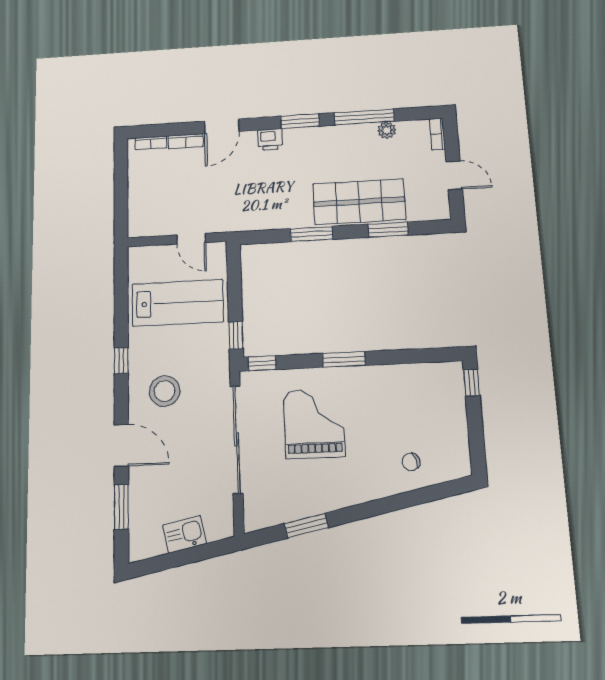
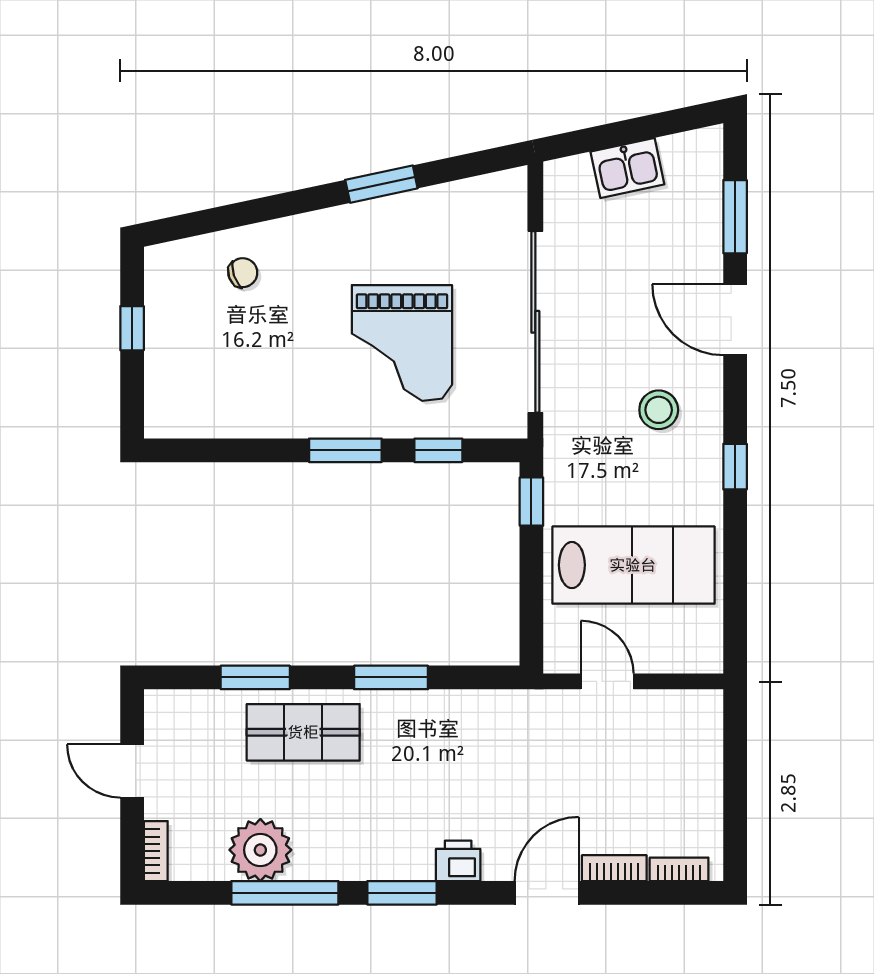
plant: (387, 130) -> (260, 850), width x1.88, depth x1.88
shop shelf: (359, 202) -> (303, 732), width x0.70, depth x0.74
lab bench: (178, 303) -> (633, 565), turned 180
window: (262, 363) -> (438, 450), moved
window: (472, 383) -> (132, 328), moved
stool: (165, 391) -> (659, 410), width x0.73, depth x0.73
window: (306, 526) -> (381, 184), moved

